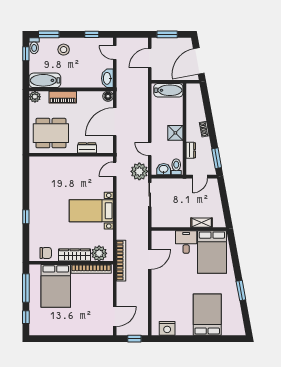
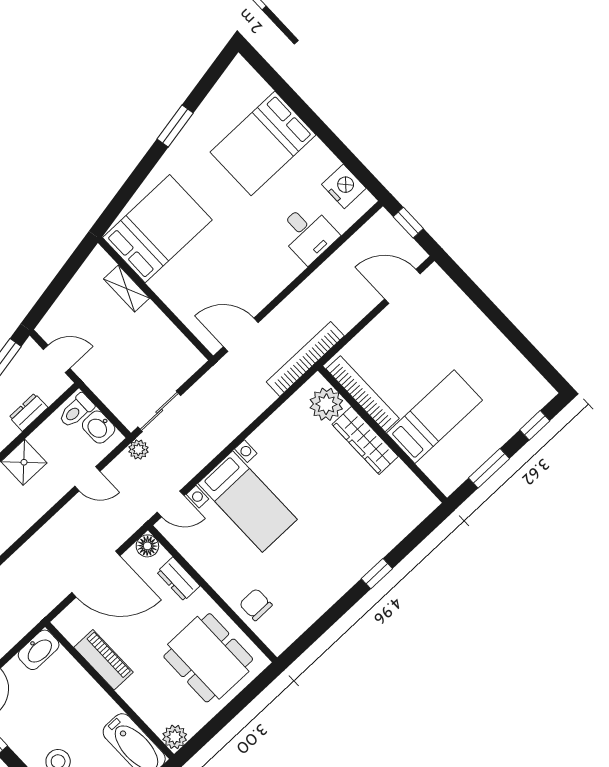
floor lamp: (108, 96) -> (147, 546), moved
piano: (63, 97) -> (103, 660), moved
door: (150, 149) -> (87, 479), hinge flipped
plant: (139, 171) -> (138, 450), width x0.53, depth x0.53
bed with nightstands: (91, 211) -> (248, 501), moved
desk: (186, 242) -> (308, 233), moved, turned -90
chair: (46, 253) -> (256, 605), moved
door: (150, 260) -> (241, 335), moved
bed: (56, 286) -> (435, 417), width x0.67
window: (26, 288) -> (489, 468), width x0.69

